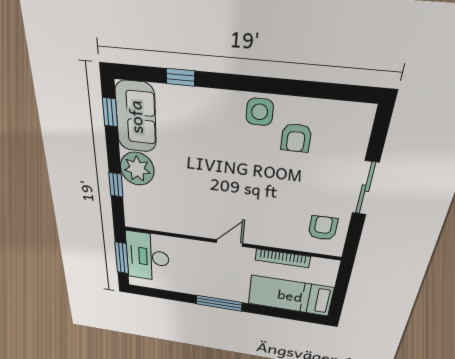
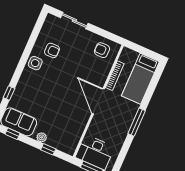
plant: (137, 169) -> (42, 137), width x0.53, depth x0.53
sliding door: (365, 188) -> (74, 20), moved
door: (230, 243) -> (98, 101), width x1.87

